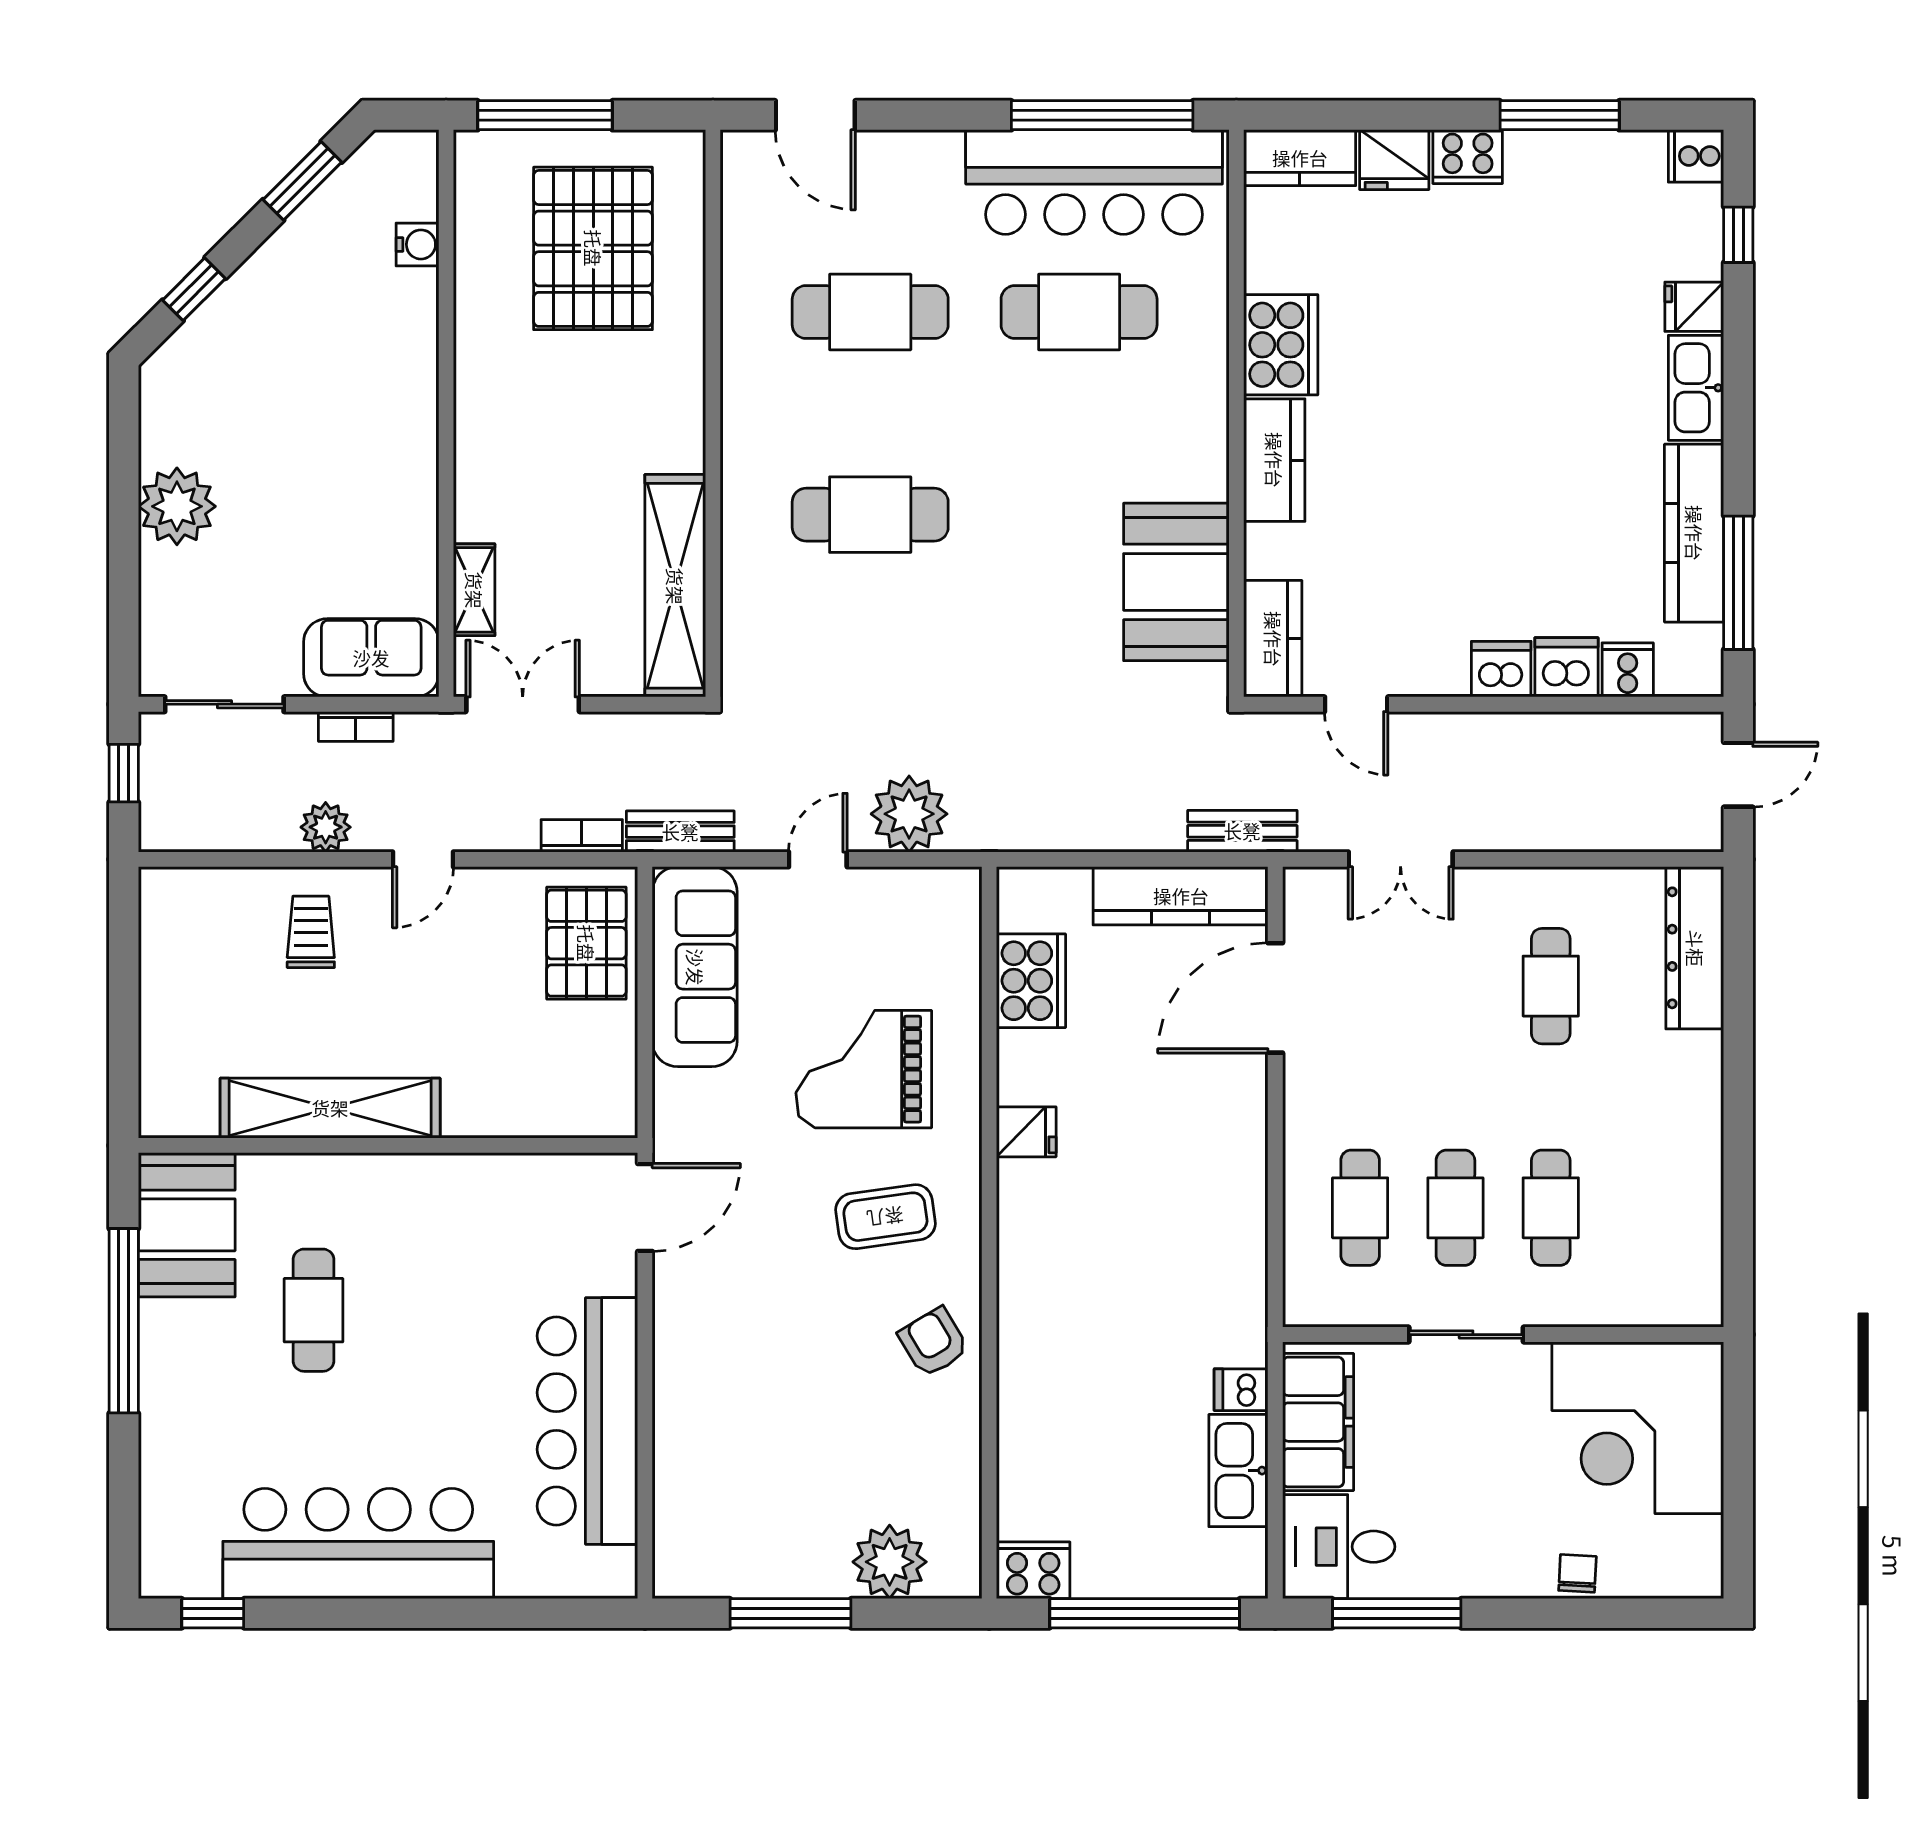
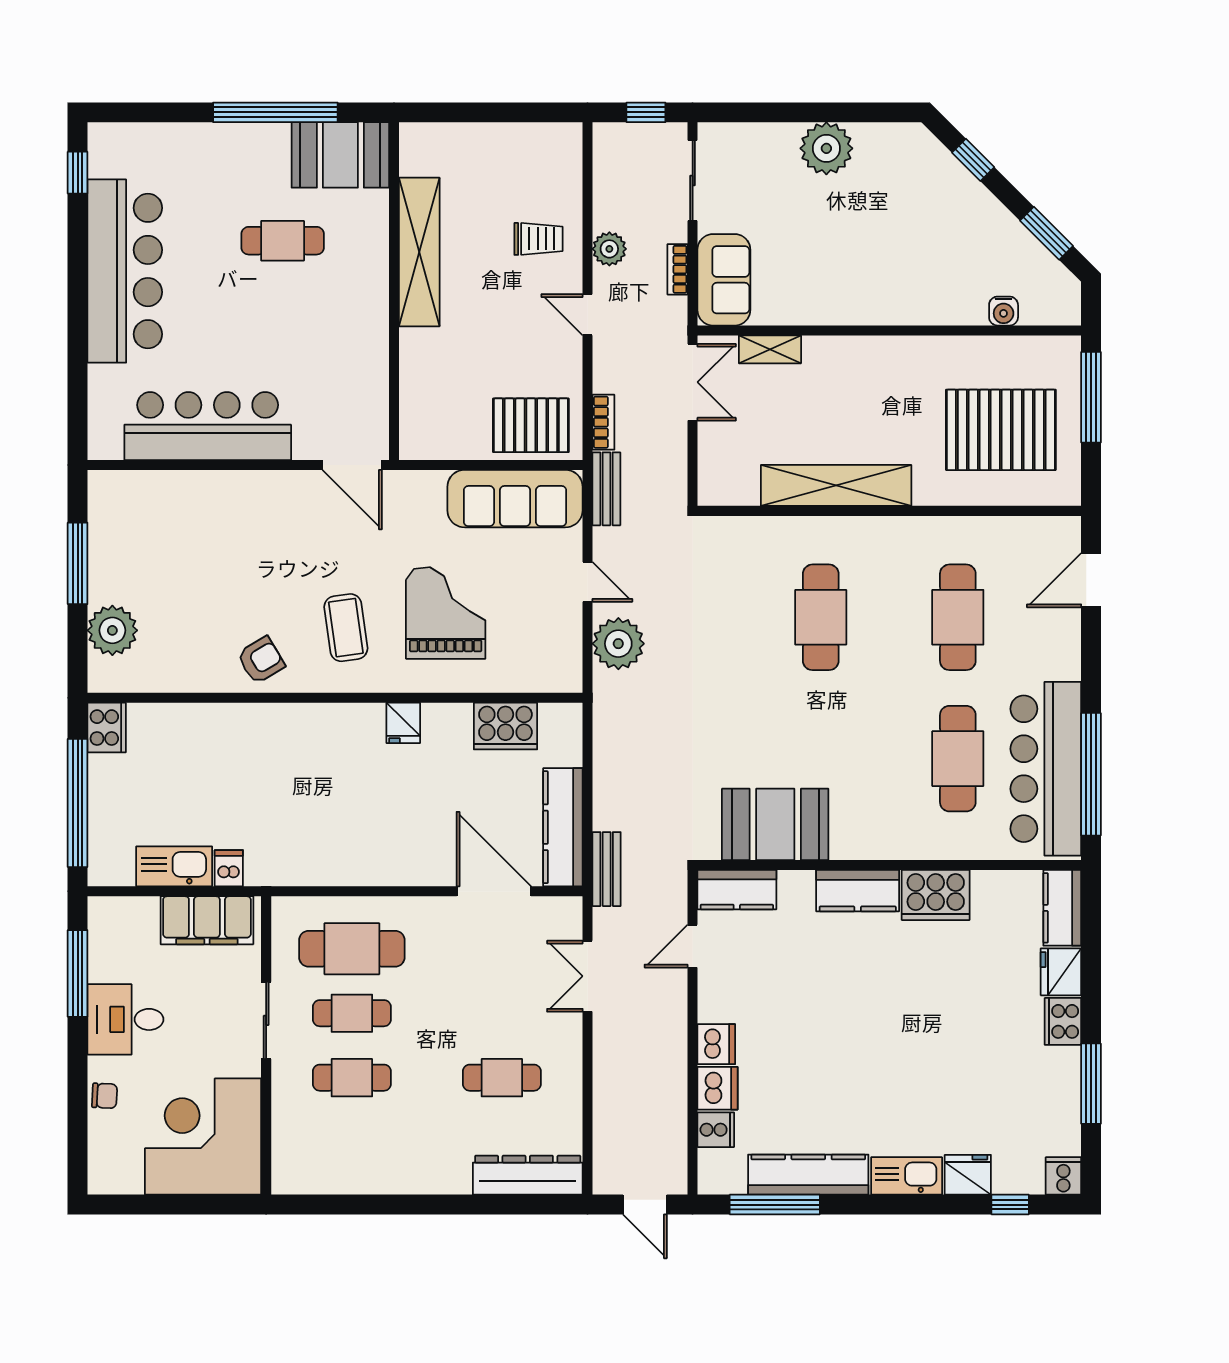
fridge: (1694, 307) -> (968, 1175), width x1.38
shelving: (675, 586) -> (836, 485), moved
cafe table: (1360, 1208) -> (352, 949), width x1.37, depth x1.35
desk: (1339, 1547) -> (125, 1019), moved, turned -90

